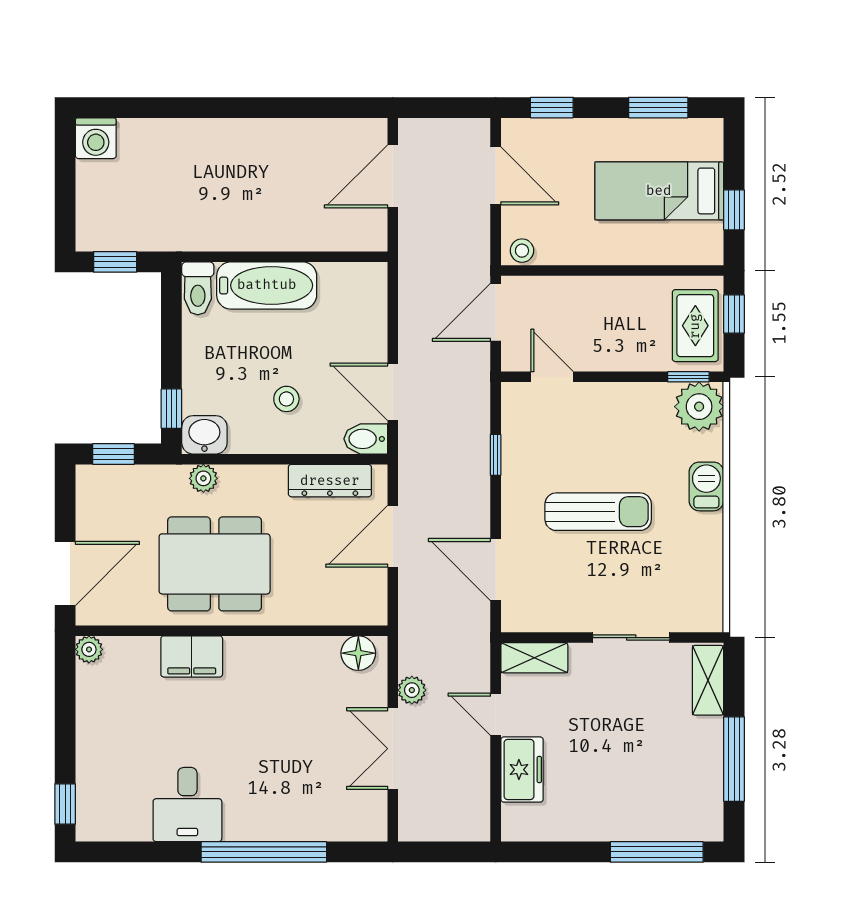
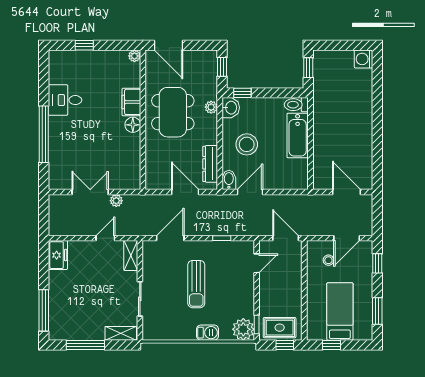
stool: (522, 251) -> (328, 260), moved
stool: (286, 399) -> (247, 144), width x1.89, depth x1.89
floor lamp: (358, 653) -> (133, 125), moved
freezer: (522, 770) -> (58, 255), moved, turned -90
window: (65, 804) -> (84, 45), moved

